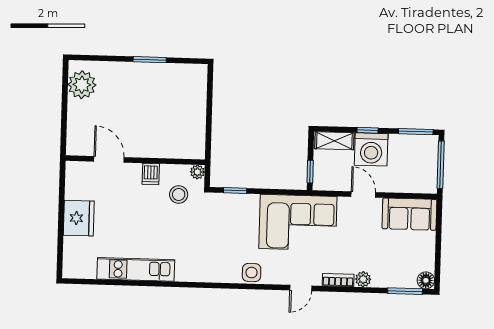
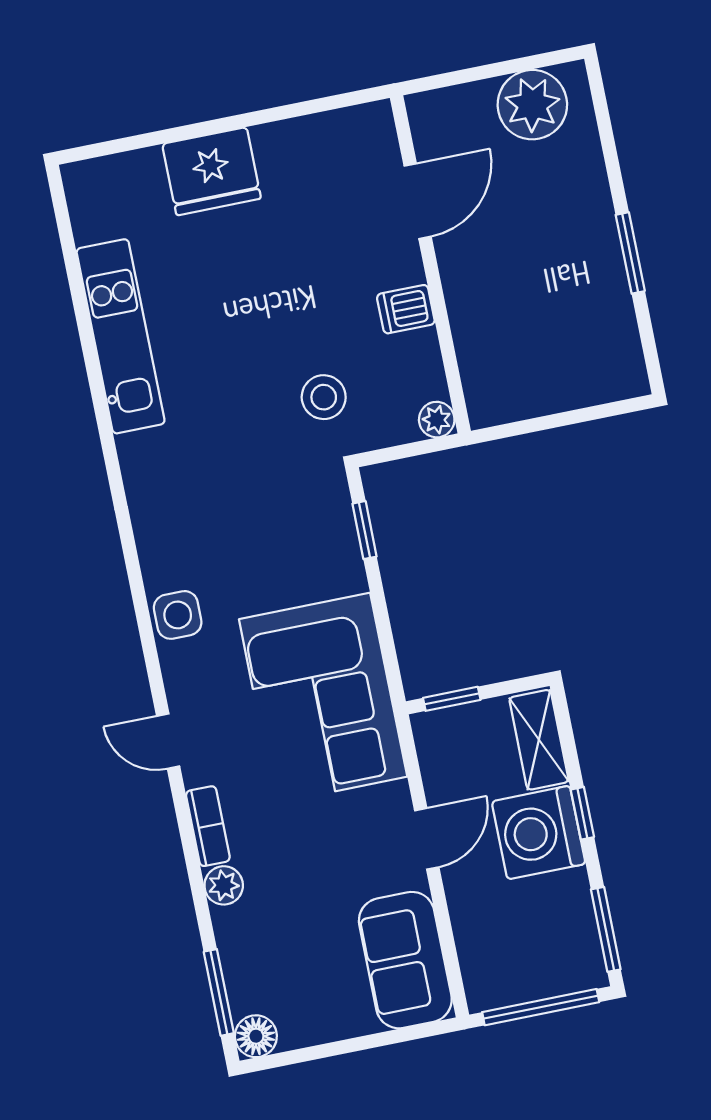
door: (109, 159) -> (418, 201), moved
wall: (135, 160) -> (430, 264), moved
plant: (197, 172) -> (437, 420), moved
dishwasher: (151, 174) -> (406, 309), moved

